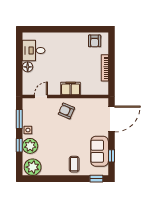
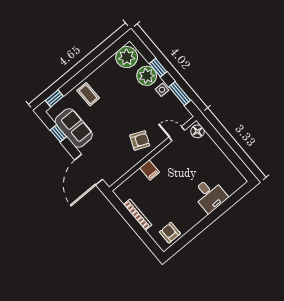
desk: (34, 50) -> (210, 195), moved, turned 90
floor lamp: (28, 67) -> (197, 131), moved
filing cabinet: (71, 88) -> (149, 170), width x0.50
door: (41, 96) -> (177, 134), swing flipped

